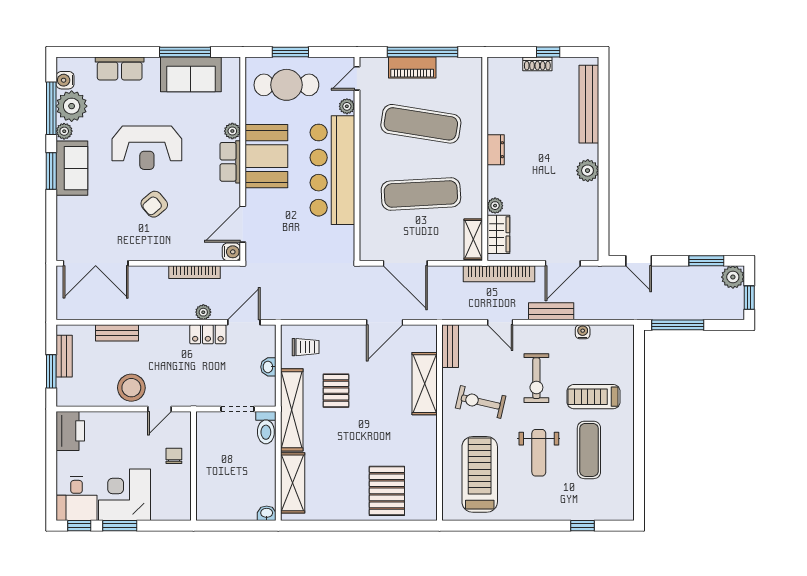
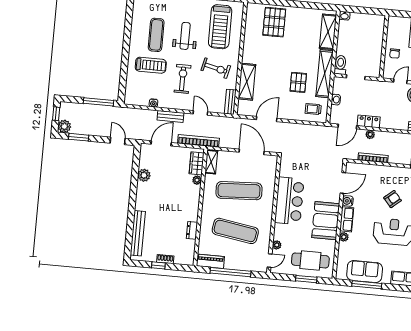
piano: (412, 67) -> (210, 261), moved
dresser: (496, 150) -> (192, 230), moved
bar counter: (332, 170) -> (289, 201), width x0.73
plant: (588, 171) -> (144, 175), moved
water cooler: (231, 252) -> (348, 201), moved

